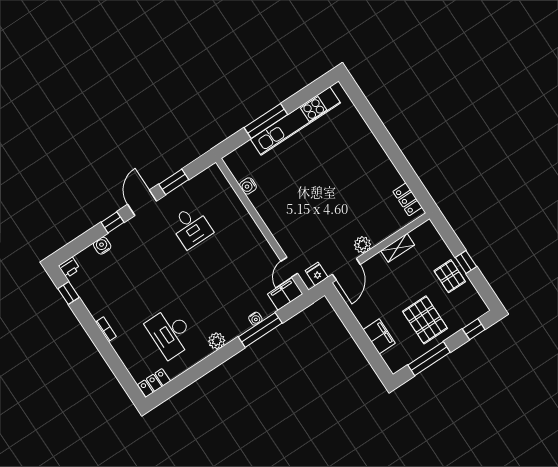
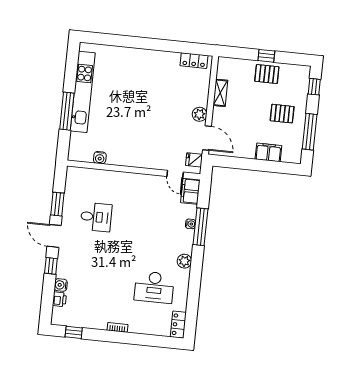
printer: (69, 267) -> (59, 299), moved
pallet: (425, 320) -> (282, 114), width x0.67, depth x0.71

